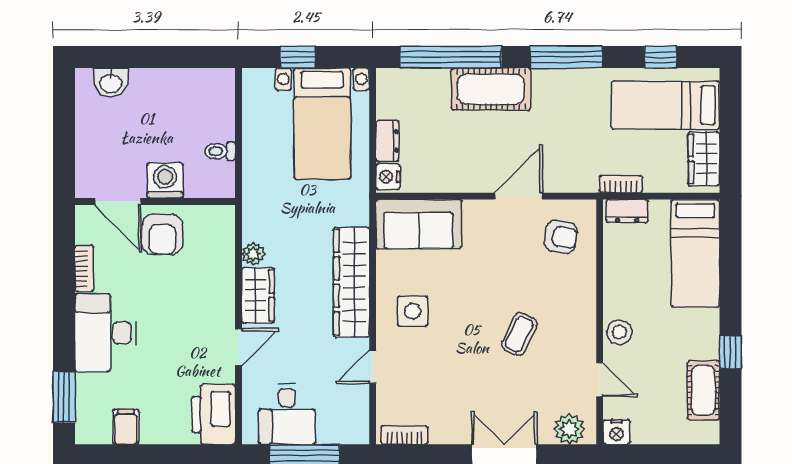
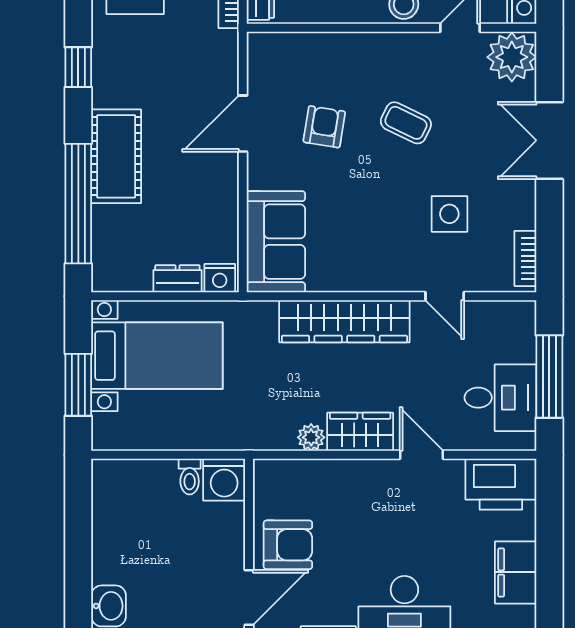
window: (298, 57) -> (78, 385), width x1.50
window: (566, 57) -> (78, 67), width x0.46
washing machine: (165, 180) -> (224, 480), moved, turned -90
door: (519, 196) -> (243, 124), hinge flipped
armchair: (561, 237) -> (324, 127), moved
side table: (413, 311) -> (449, 214), moved
filing cabinet: (126, 427) -> (516, 572), width x2.00
plant: (569, 429) -> (512, 57), width x1.36, depth x1.36

